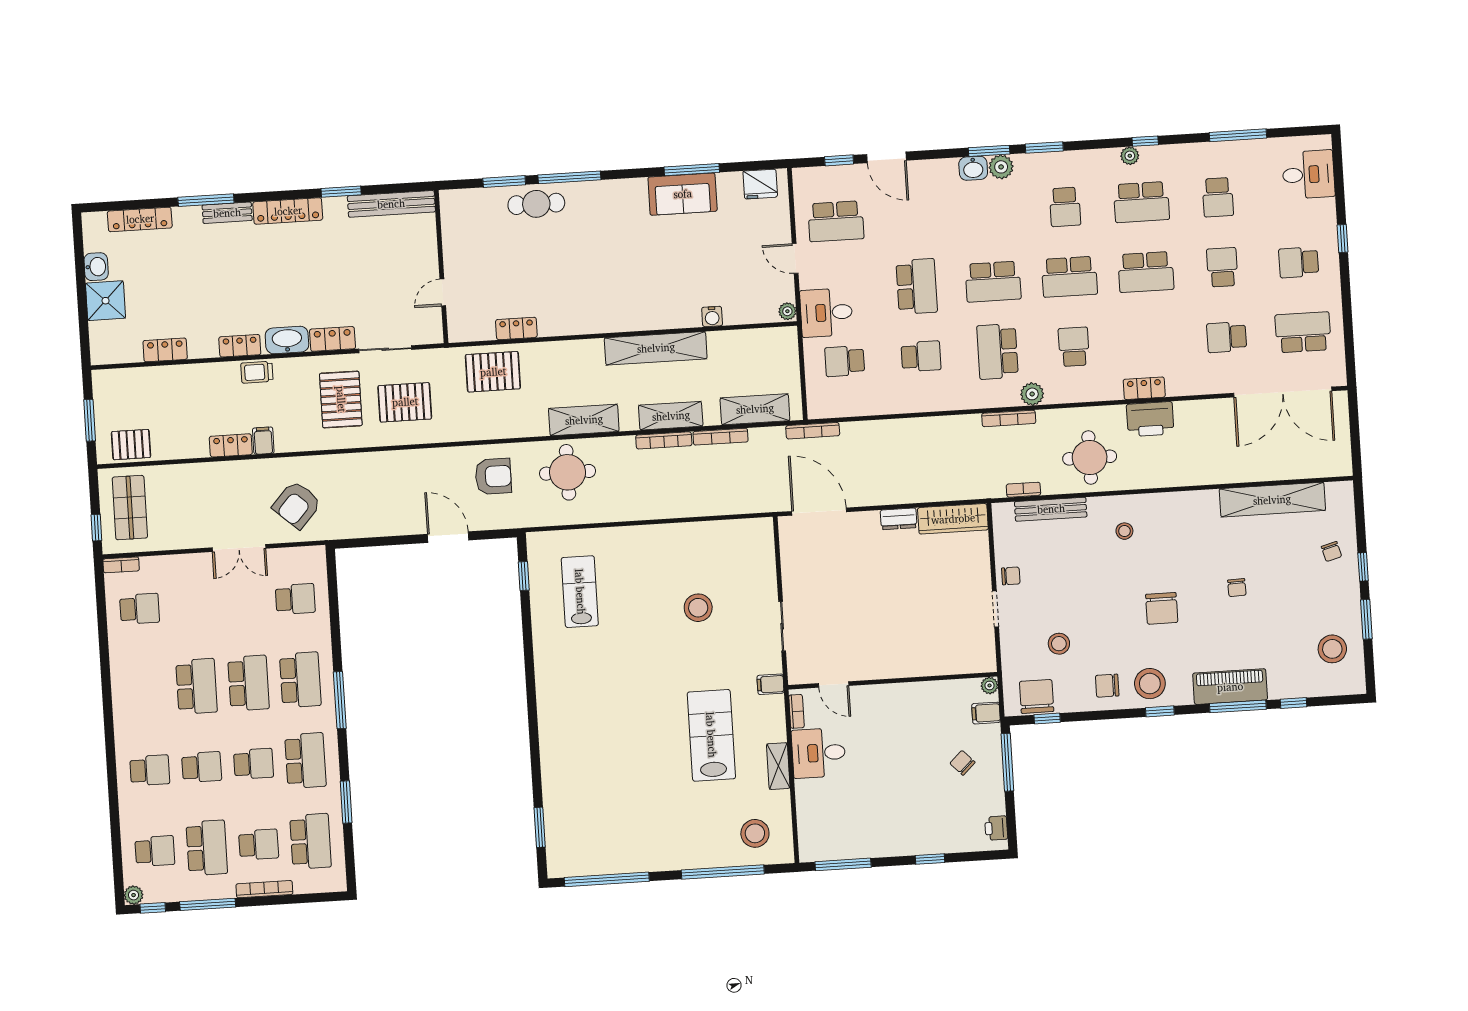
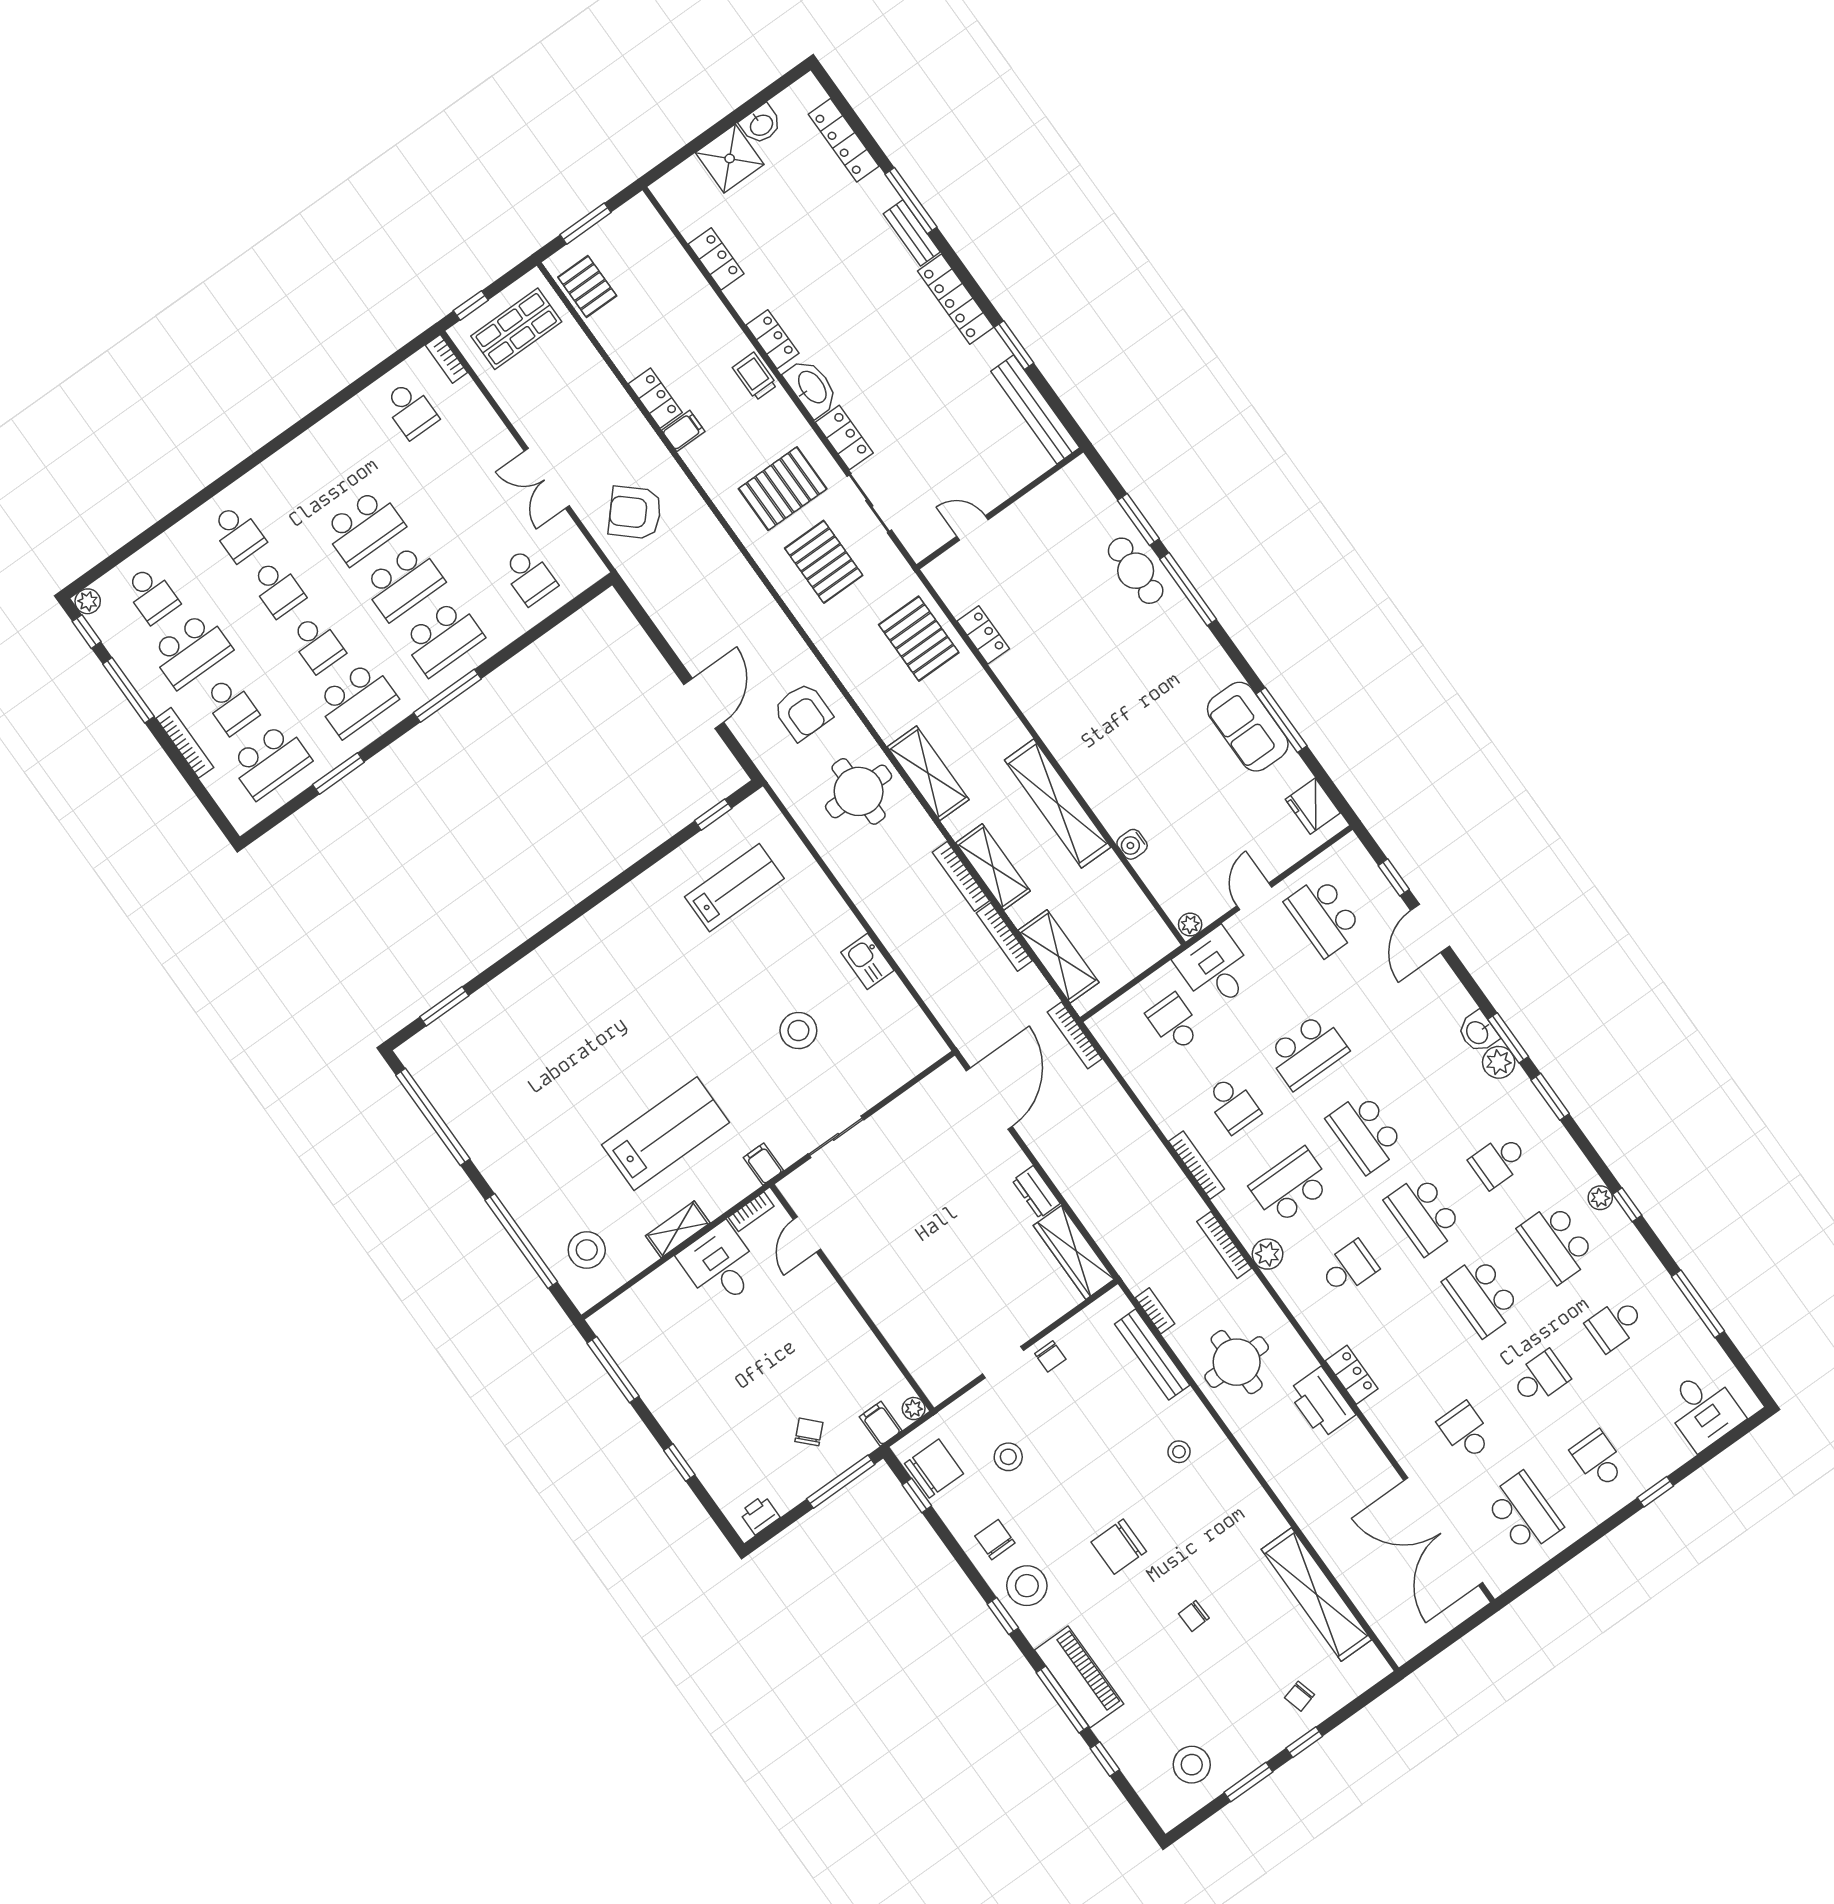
bookcase: (946, 404) -> (1197, 1165), added
kitchen sink: (681, 535) -> (867, 961), added

